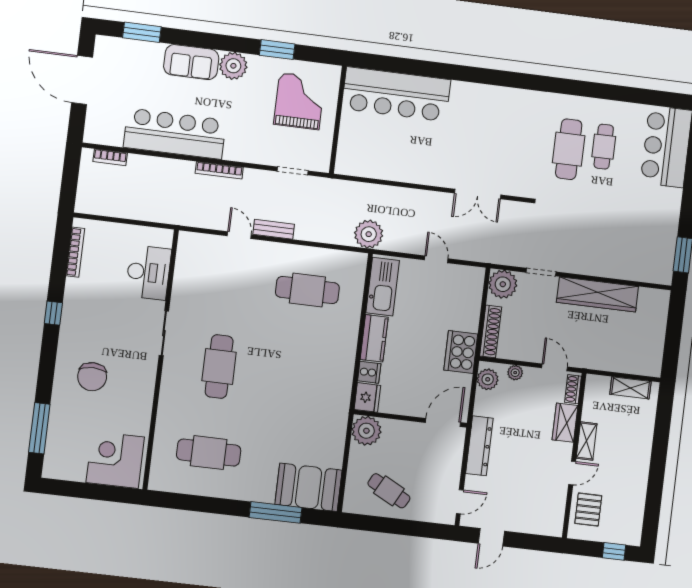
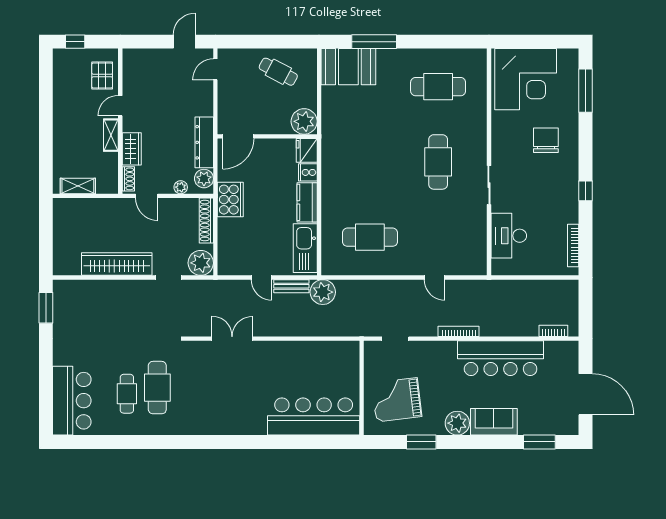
grand piano: (299, 101) -> (397, 400), turned 83
bench: (274, 229) -> (291, 286), moved
dresser: (479, 446) -> (204, 142), moved
corner desk: (115, 460) -> (526, 79), width x1.36, depth x1.36

